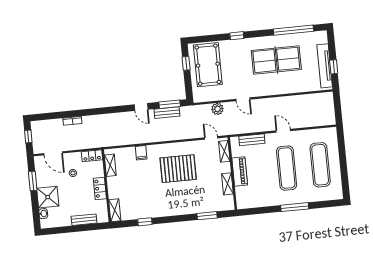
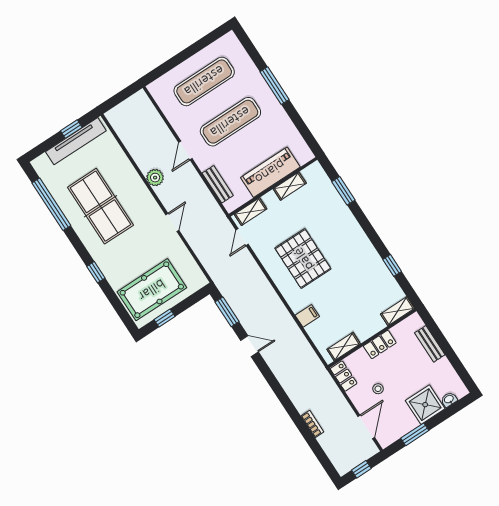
door: (141, 107) -> (249, 346), hinge flipped
plant: (217, 109) -> (155, 178), moved
bench: (167, 113) -> (239, 310), removed
piano: (240, 171) -> (270, 172), width x1.37, depth x1.33

